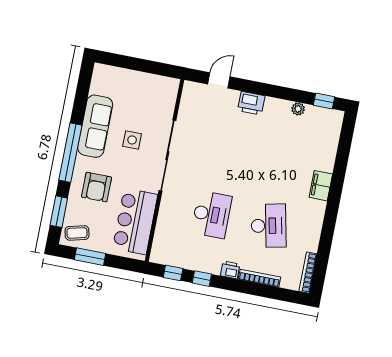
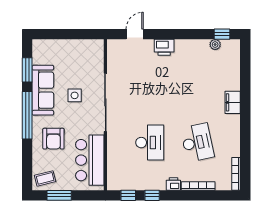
plant: (298, 109) -> (215, 45), moved
window: (59, 212) -> (27, 70), moved

